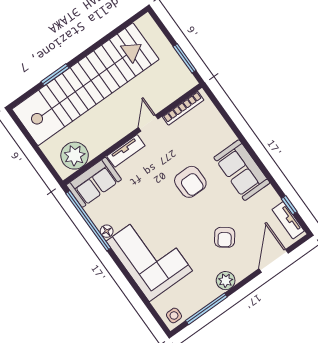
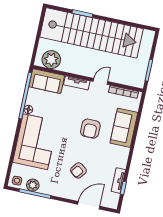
sofa: (242, 170) -> (124, 128), moved
tv unit: (288, 220) -> (118, 181), moved
plant: (226, 281) -> (33, 185), moved

